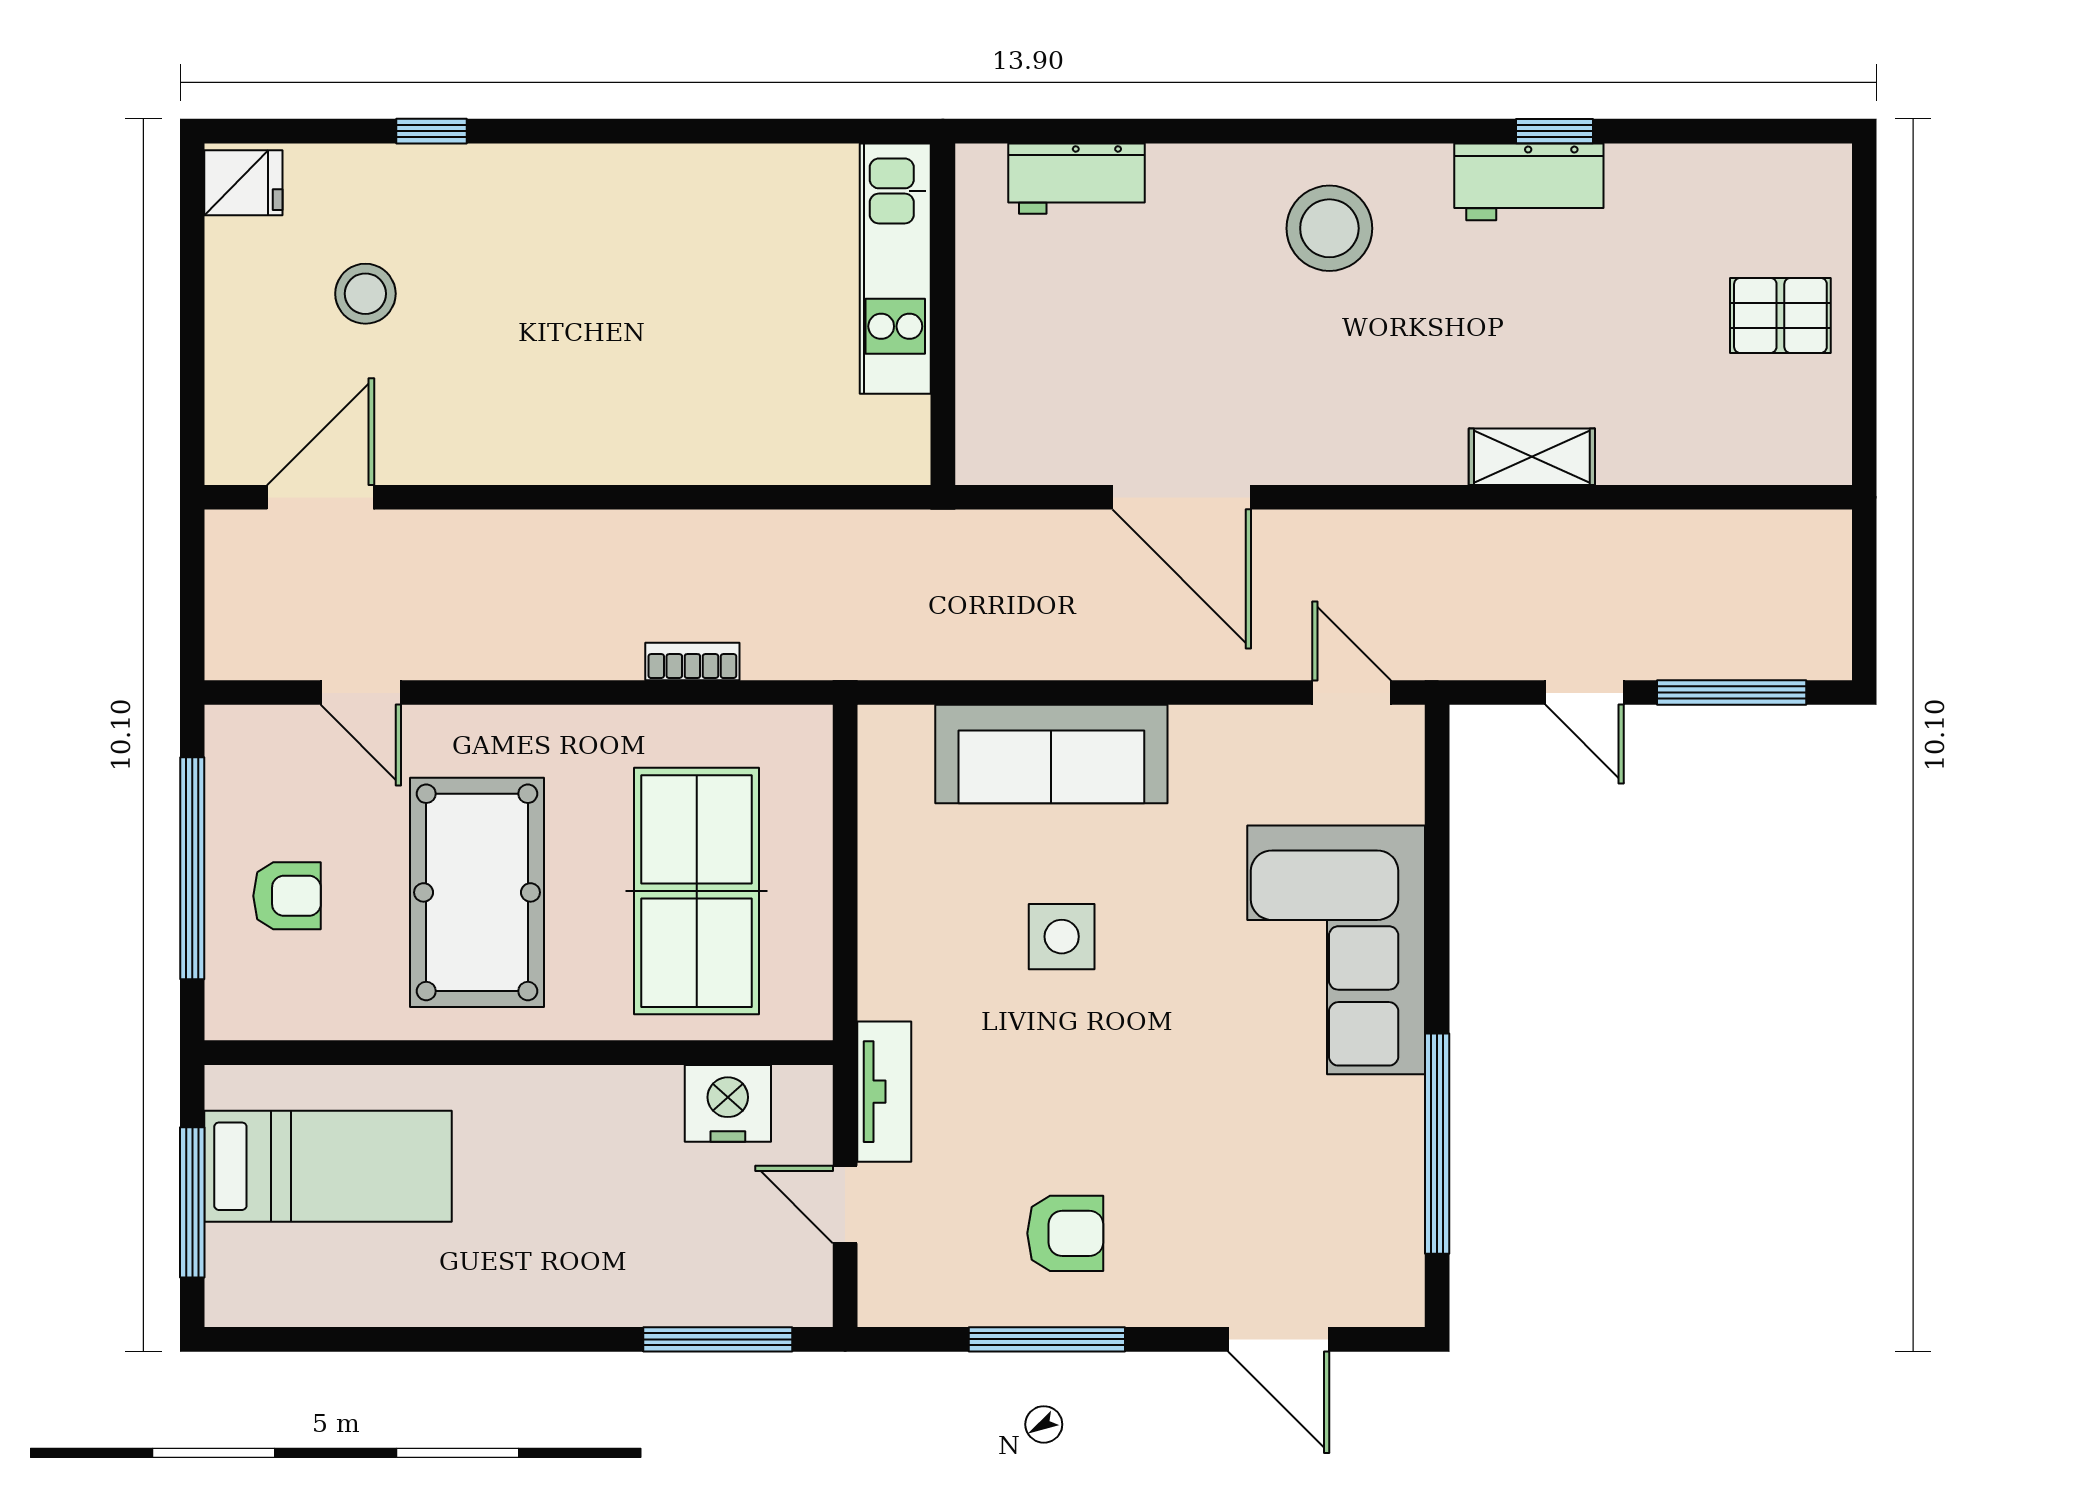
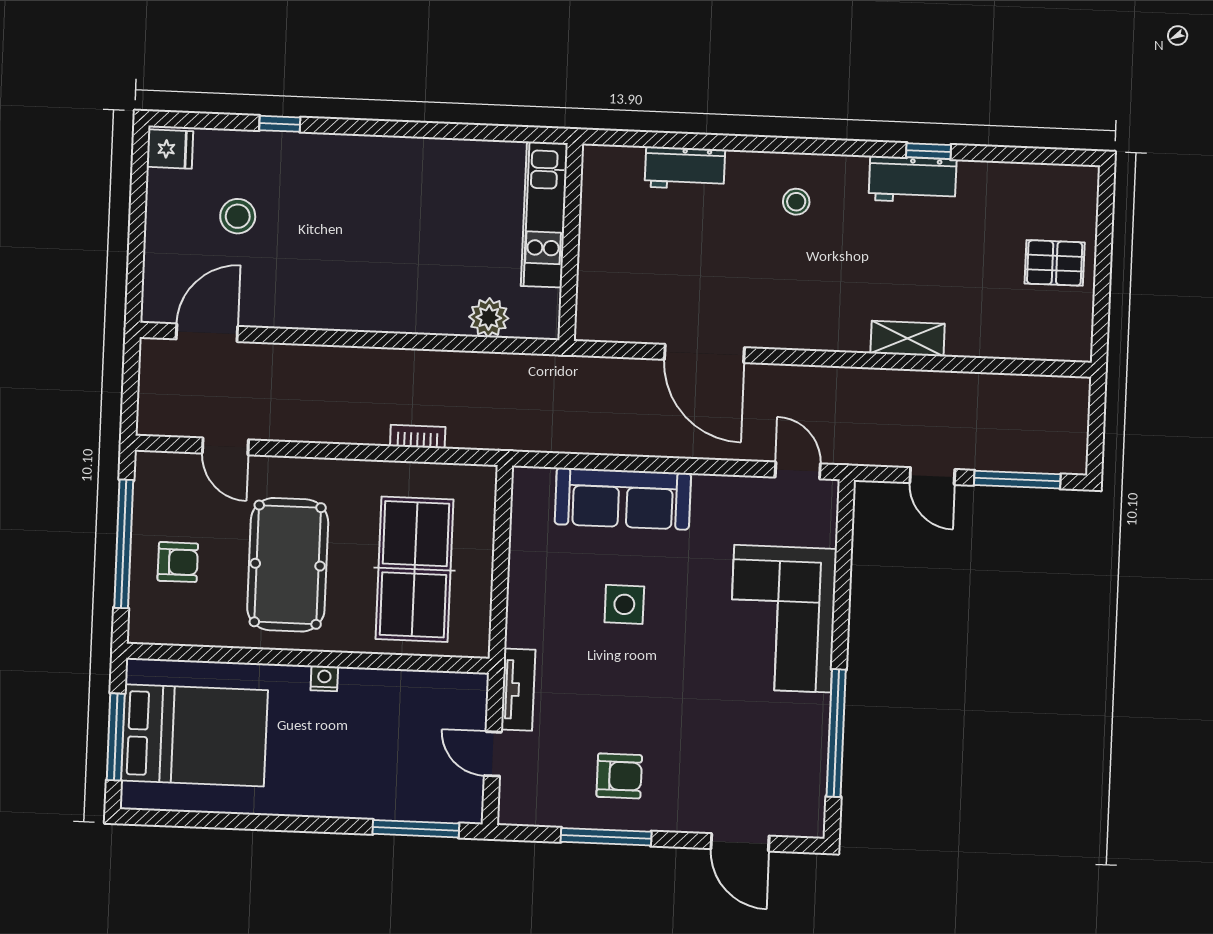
workbench: (1076, 179) -> (685, 168), moved
stool: (1329, 228) -> (796, 202), width x0.53, depth x0.53
plant: (807, 451) -> (489, 318), added
nightstand: (728, 1103) -> (324, 678), moved, width x0.53, depth x0.56
bed: (328, 1166) -> (194, 735), width x1.50

